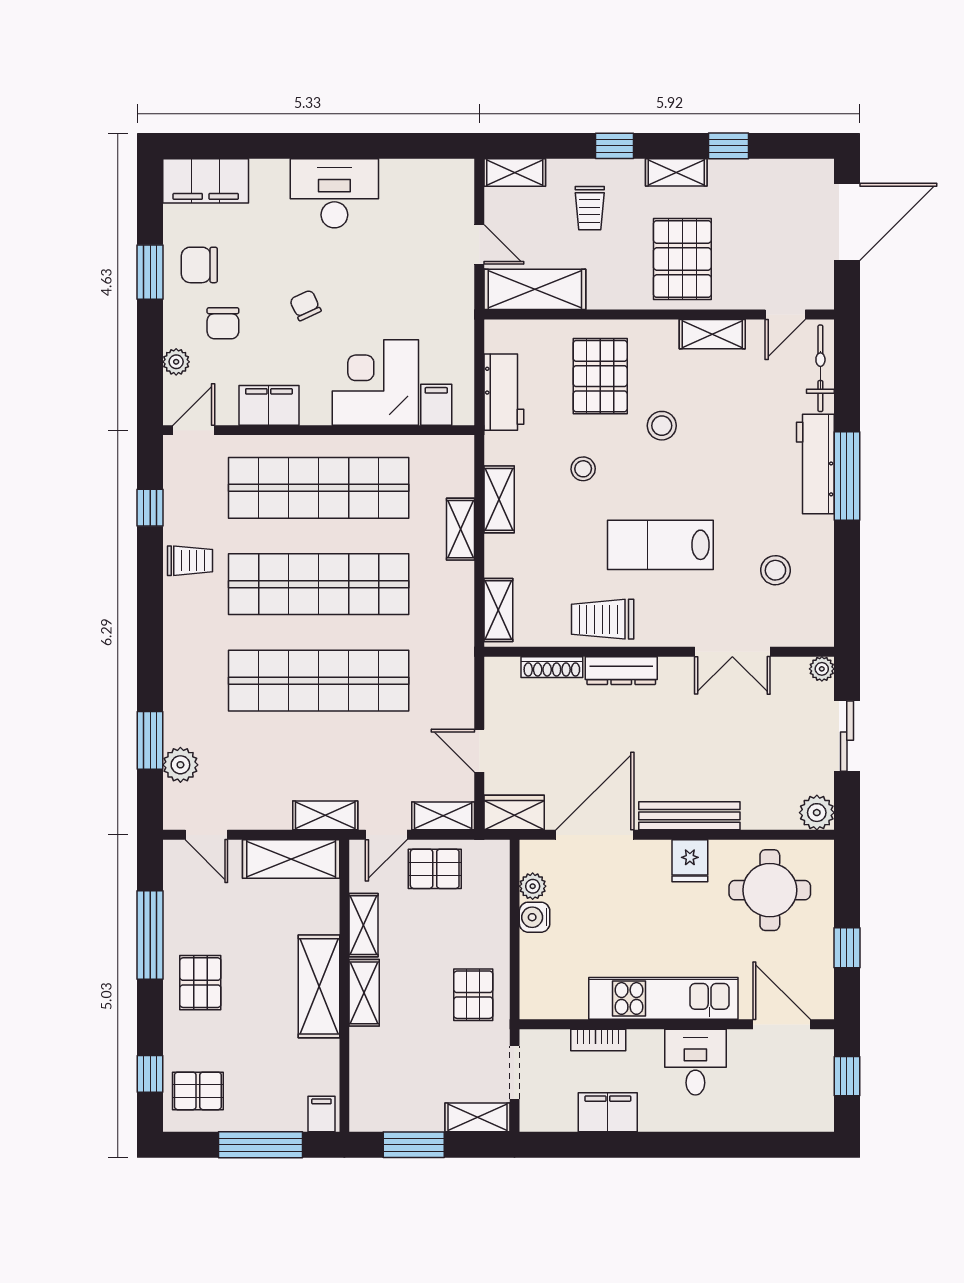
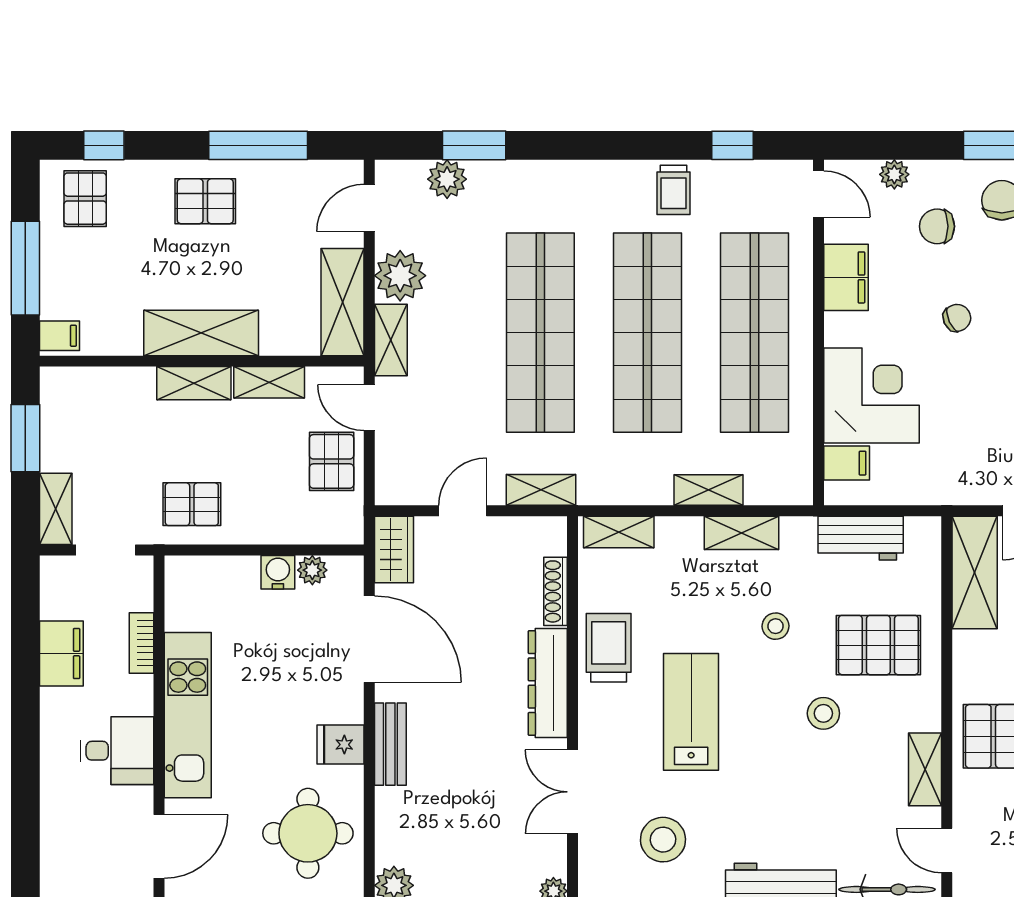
stool: (775, 570) -> (663, 840), width x1.38, depth x1.38
dresser: (621, 671) -> (548, 683), width x1.37, depth x1.24
plant: (267, 807) -> (400, 276), added
shelving: (443, 816) -> (541, 490), moved, turned 90
bench: (689, 816) -> (390, 744), width x0.73

